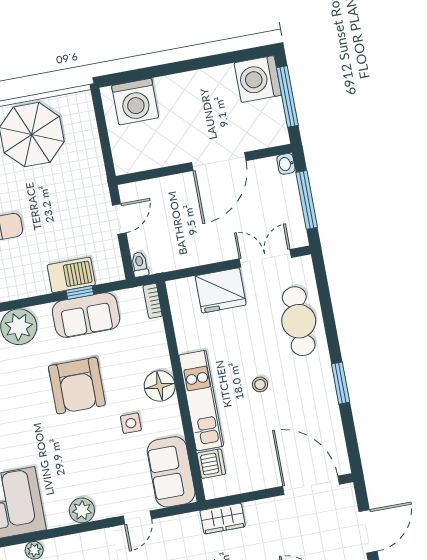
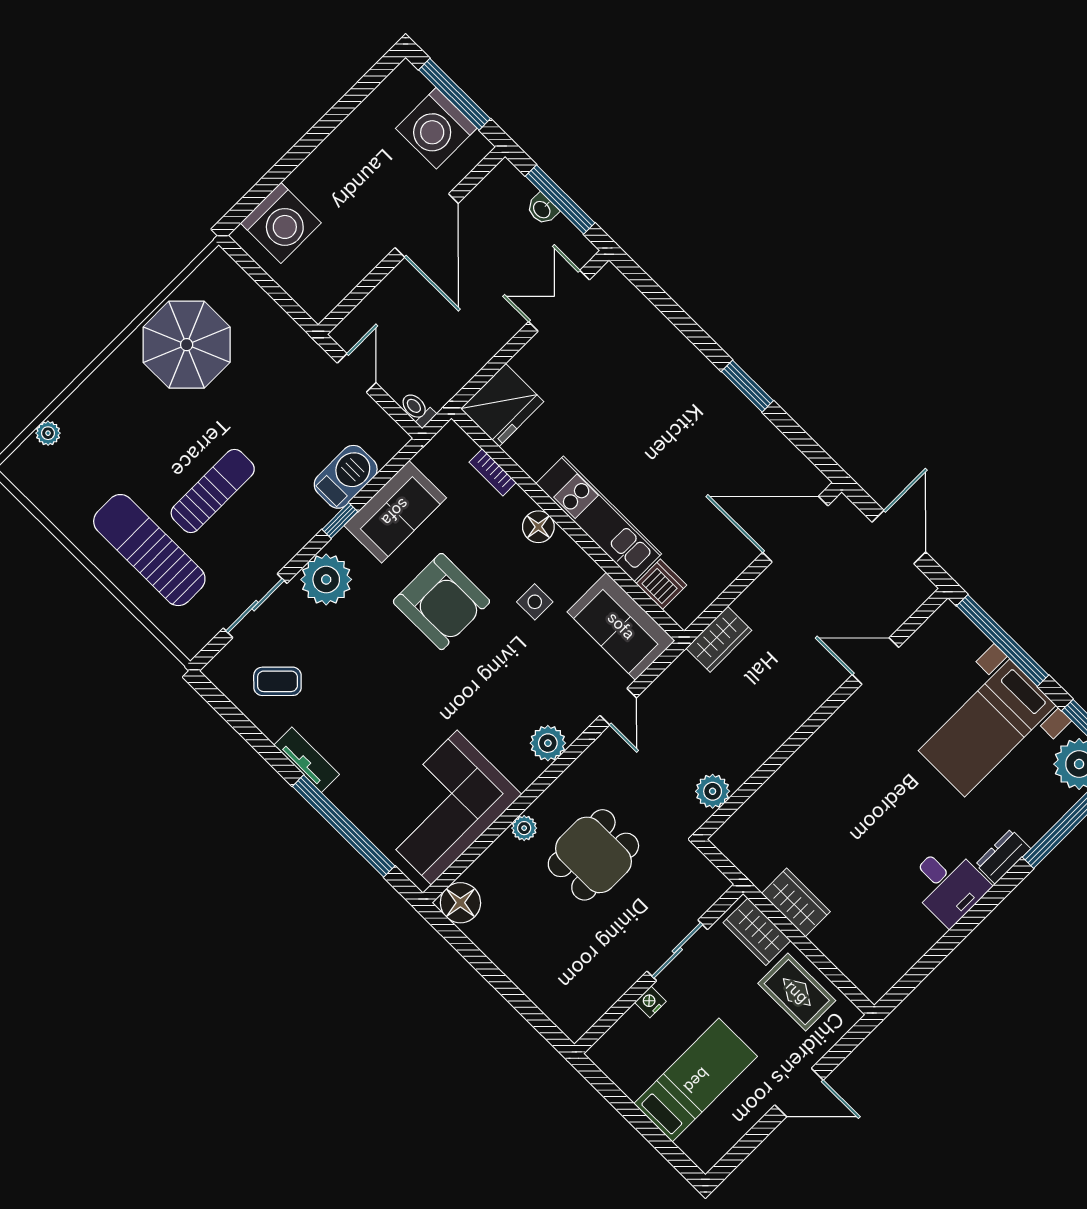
washing machine: (258, 79) -> (436, 128), moved
washbasin: (286, 164) -> (542, 209), moved
fridge: (221, 290) -> (502, 405), moved
window: (80, 293) -> (340, 521), moved
bookcase: (153, 301) -> (493, 472), moved
cafe table: (299, 321) -> (649, 348), removed
stool: (260, 384) -> (654, 453), removed
floor lamp: (160, 386) -> (538, 527), width x0.73, depth x0.73

